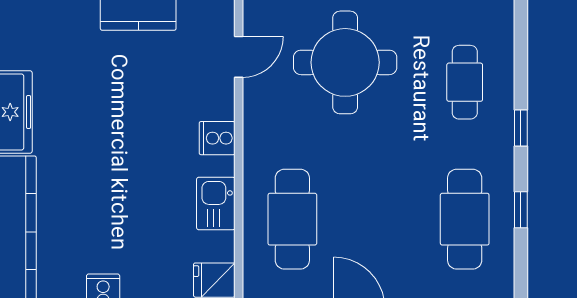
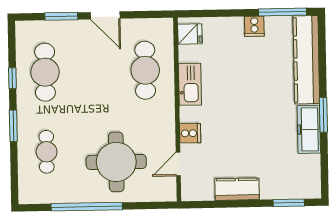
window: (521, 128) -> (13, 126), width x1.50
cooker: (217, 138) -> (190, 133), moved
kitchen sink: (216, 203) -> (190, 84), width x1.38

